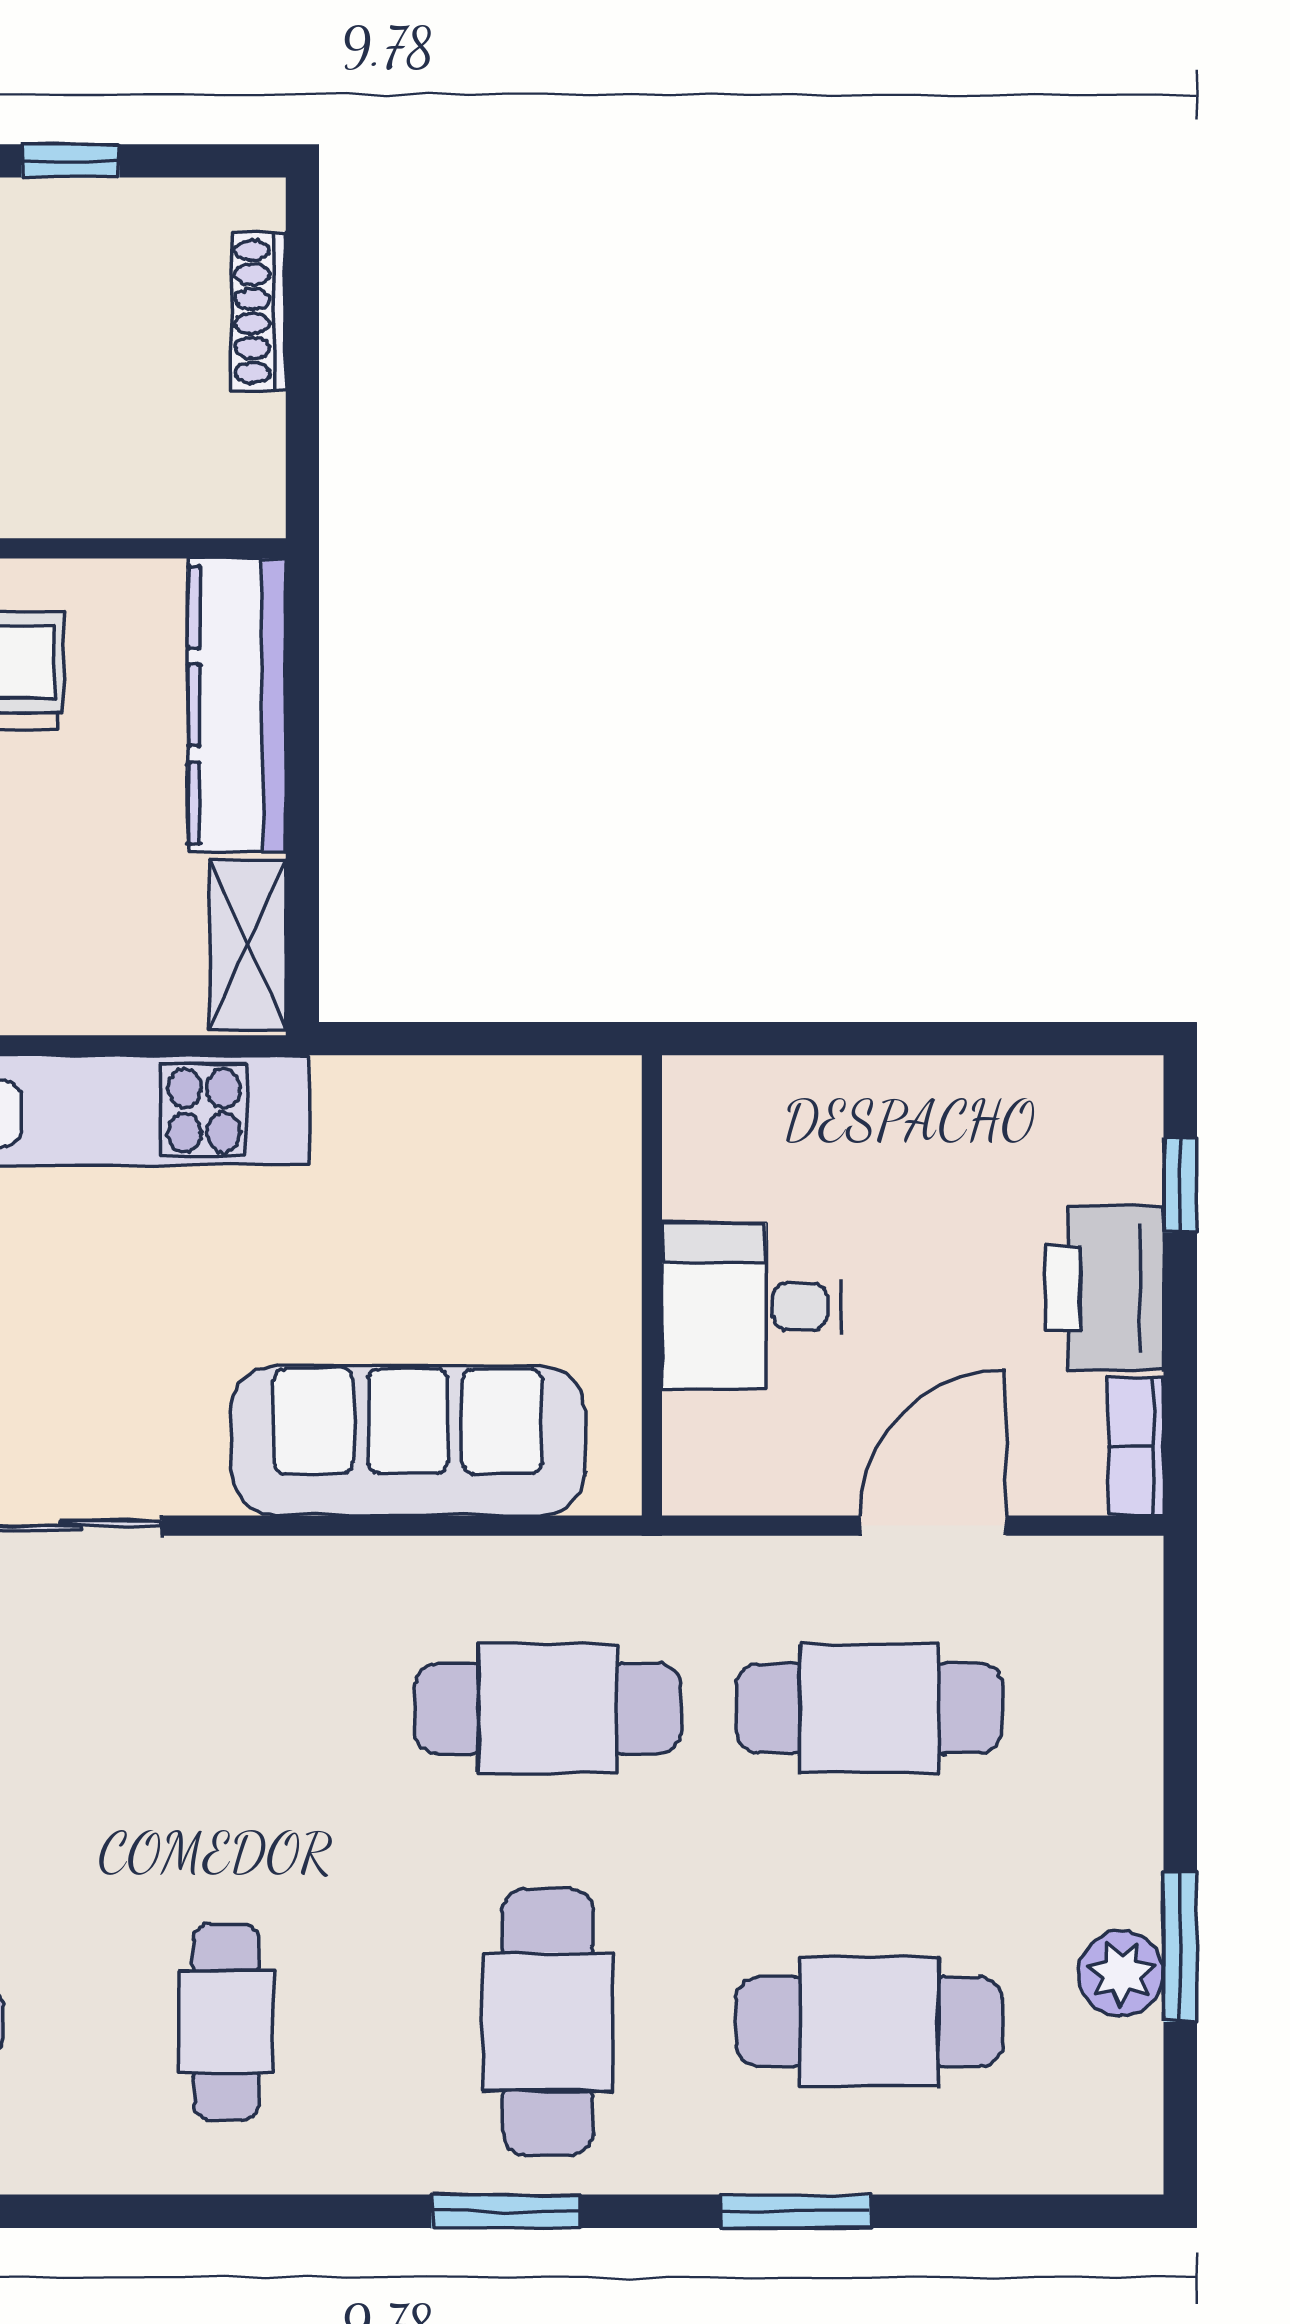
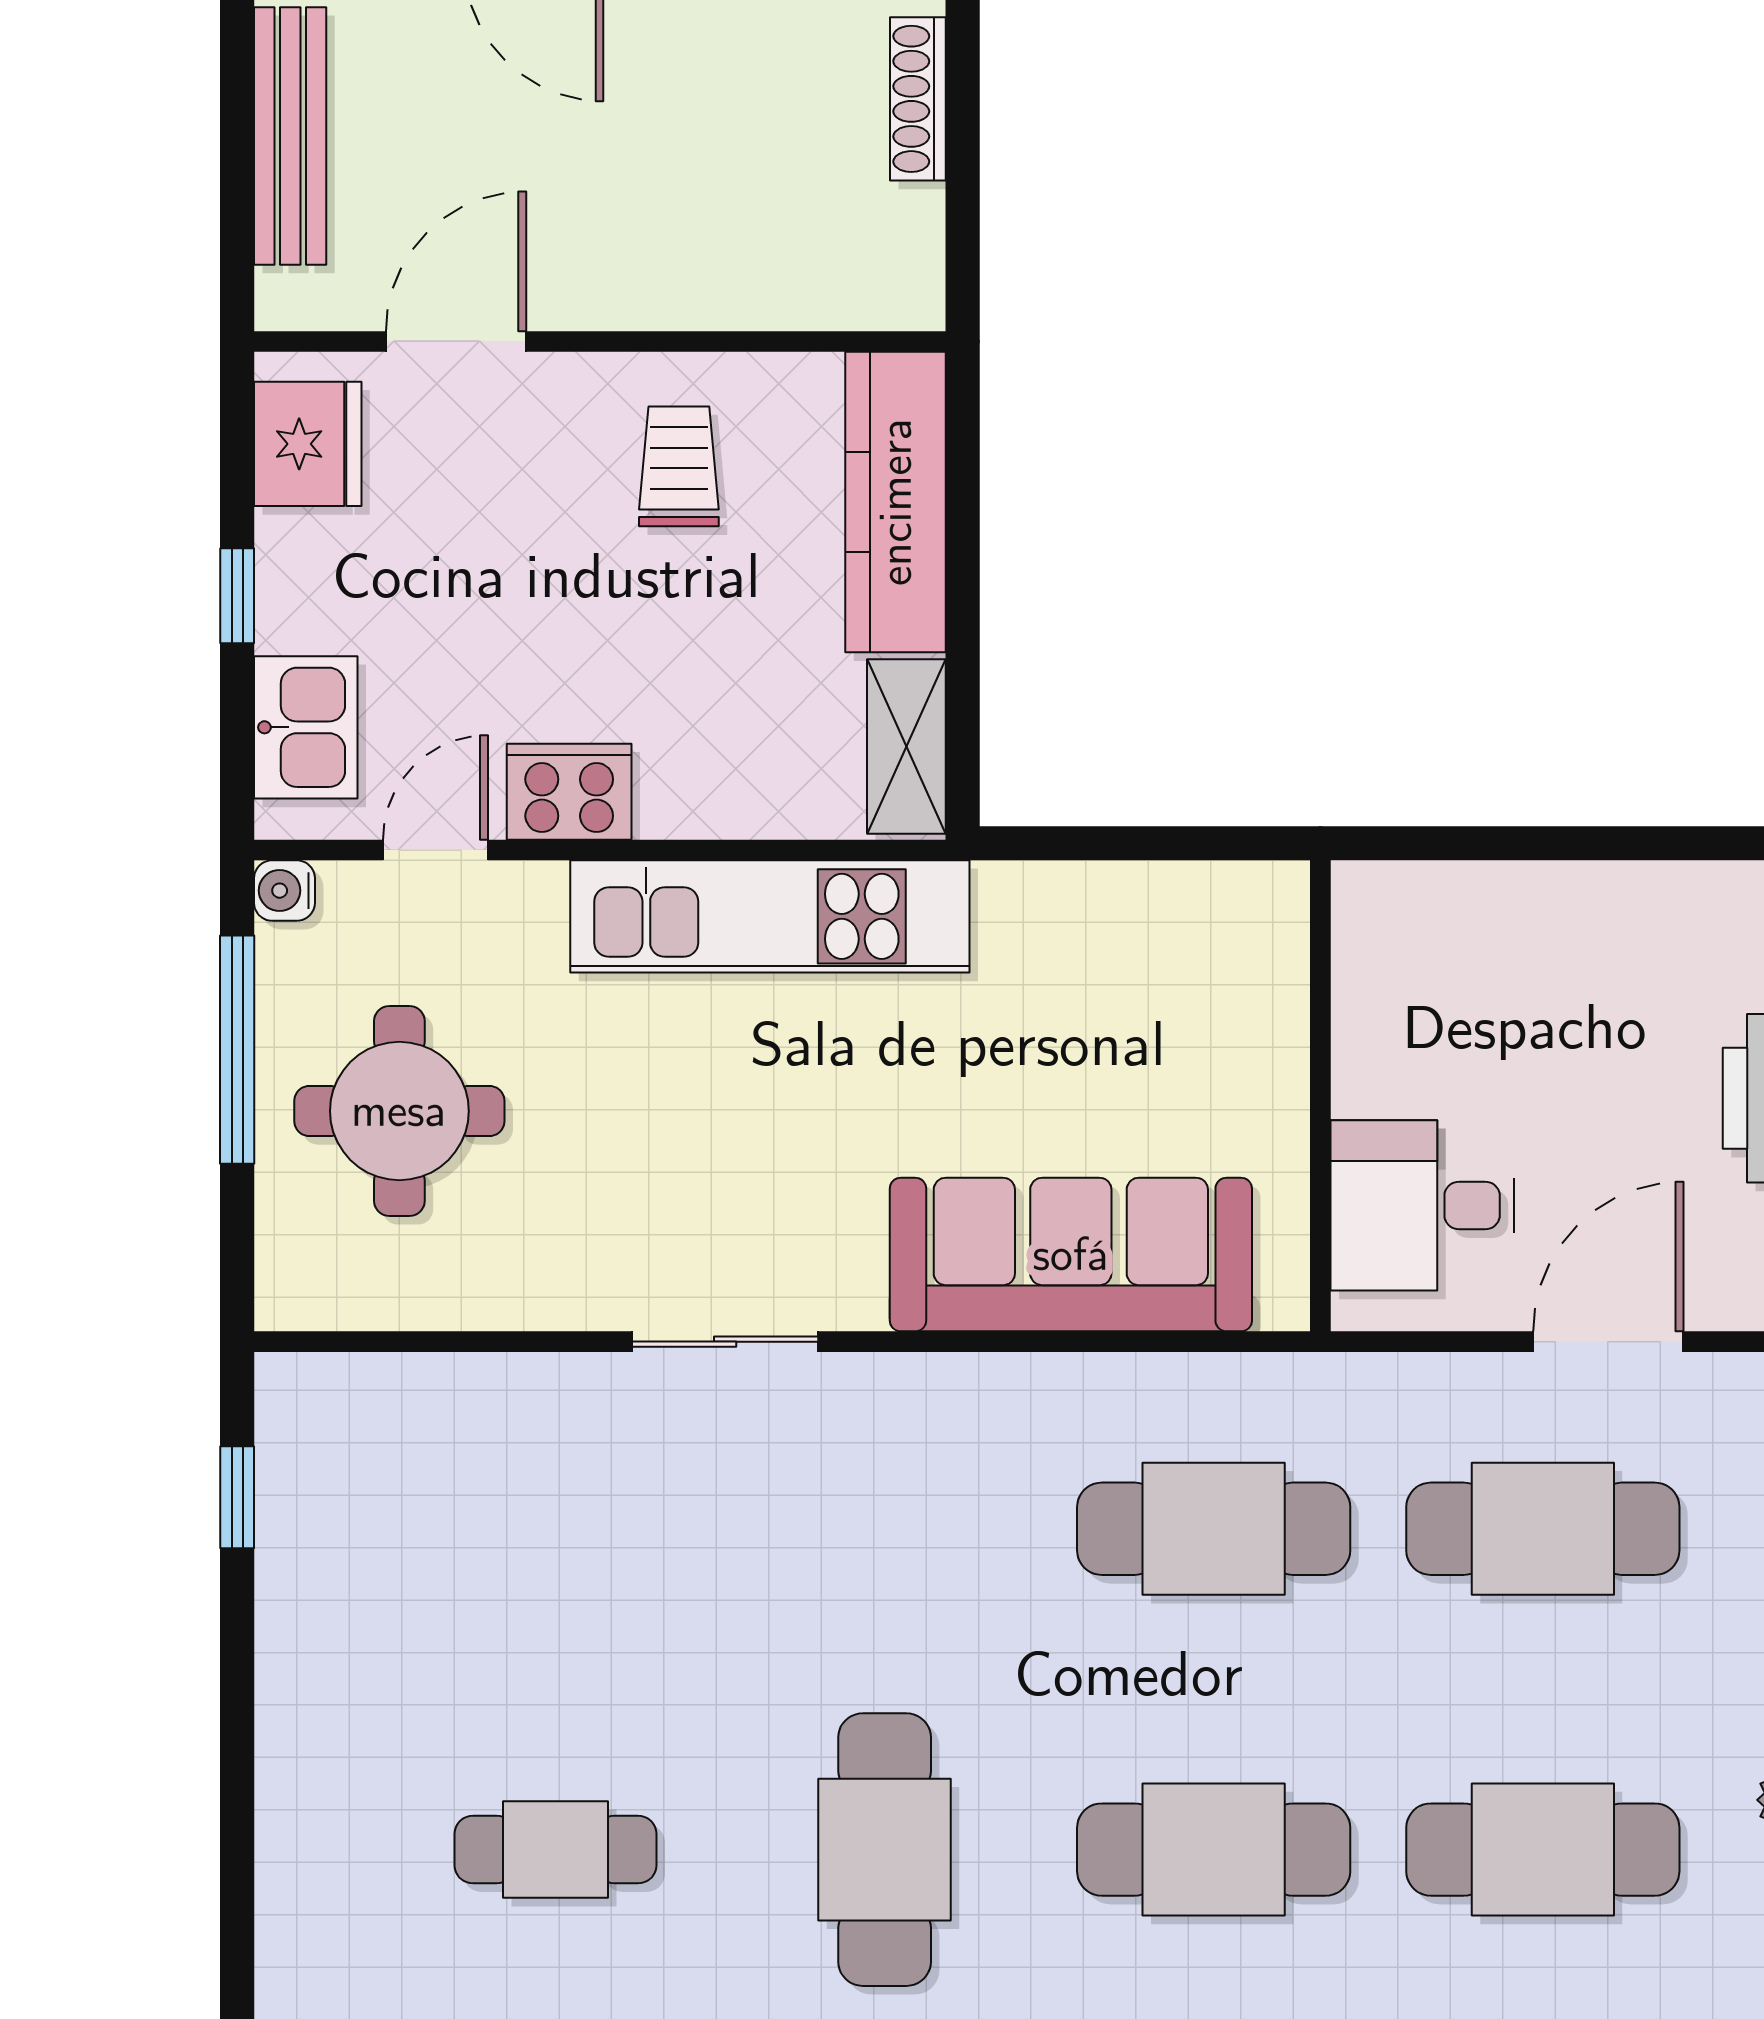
desk: (752, 1307) -> (1422, 1205), moved
cafe table: (226, 2022) -> (885, 1850), width x1.37, depth x1.35
cafe table: (548, 2022) -> (1214, 1850), turned 90

